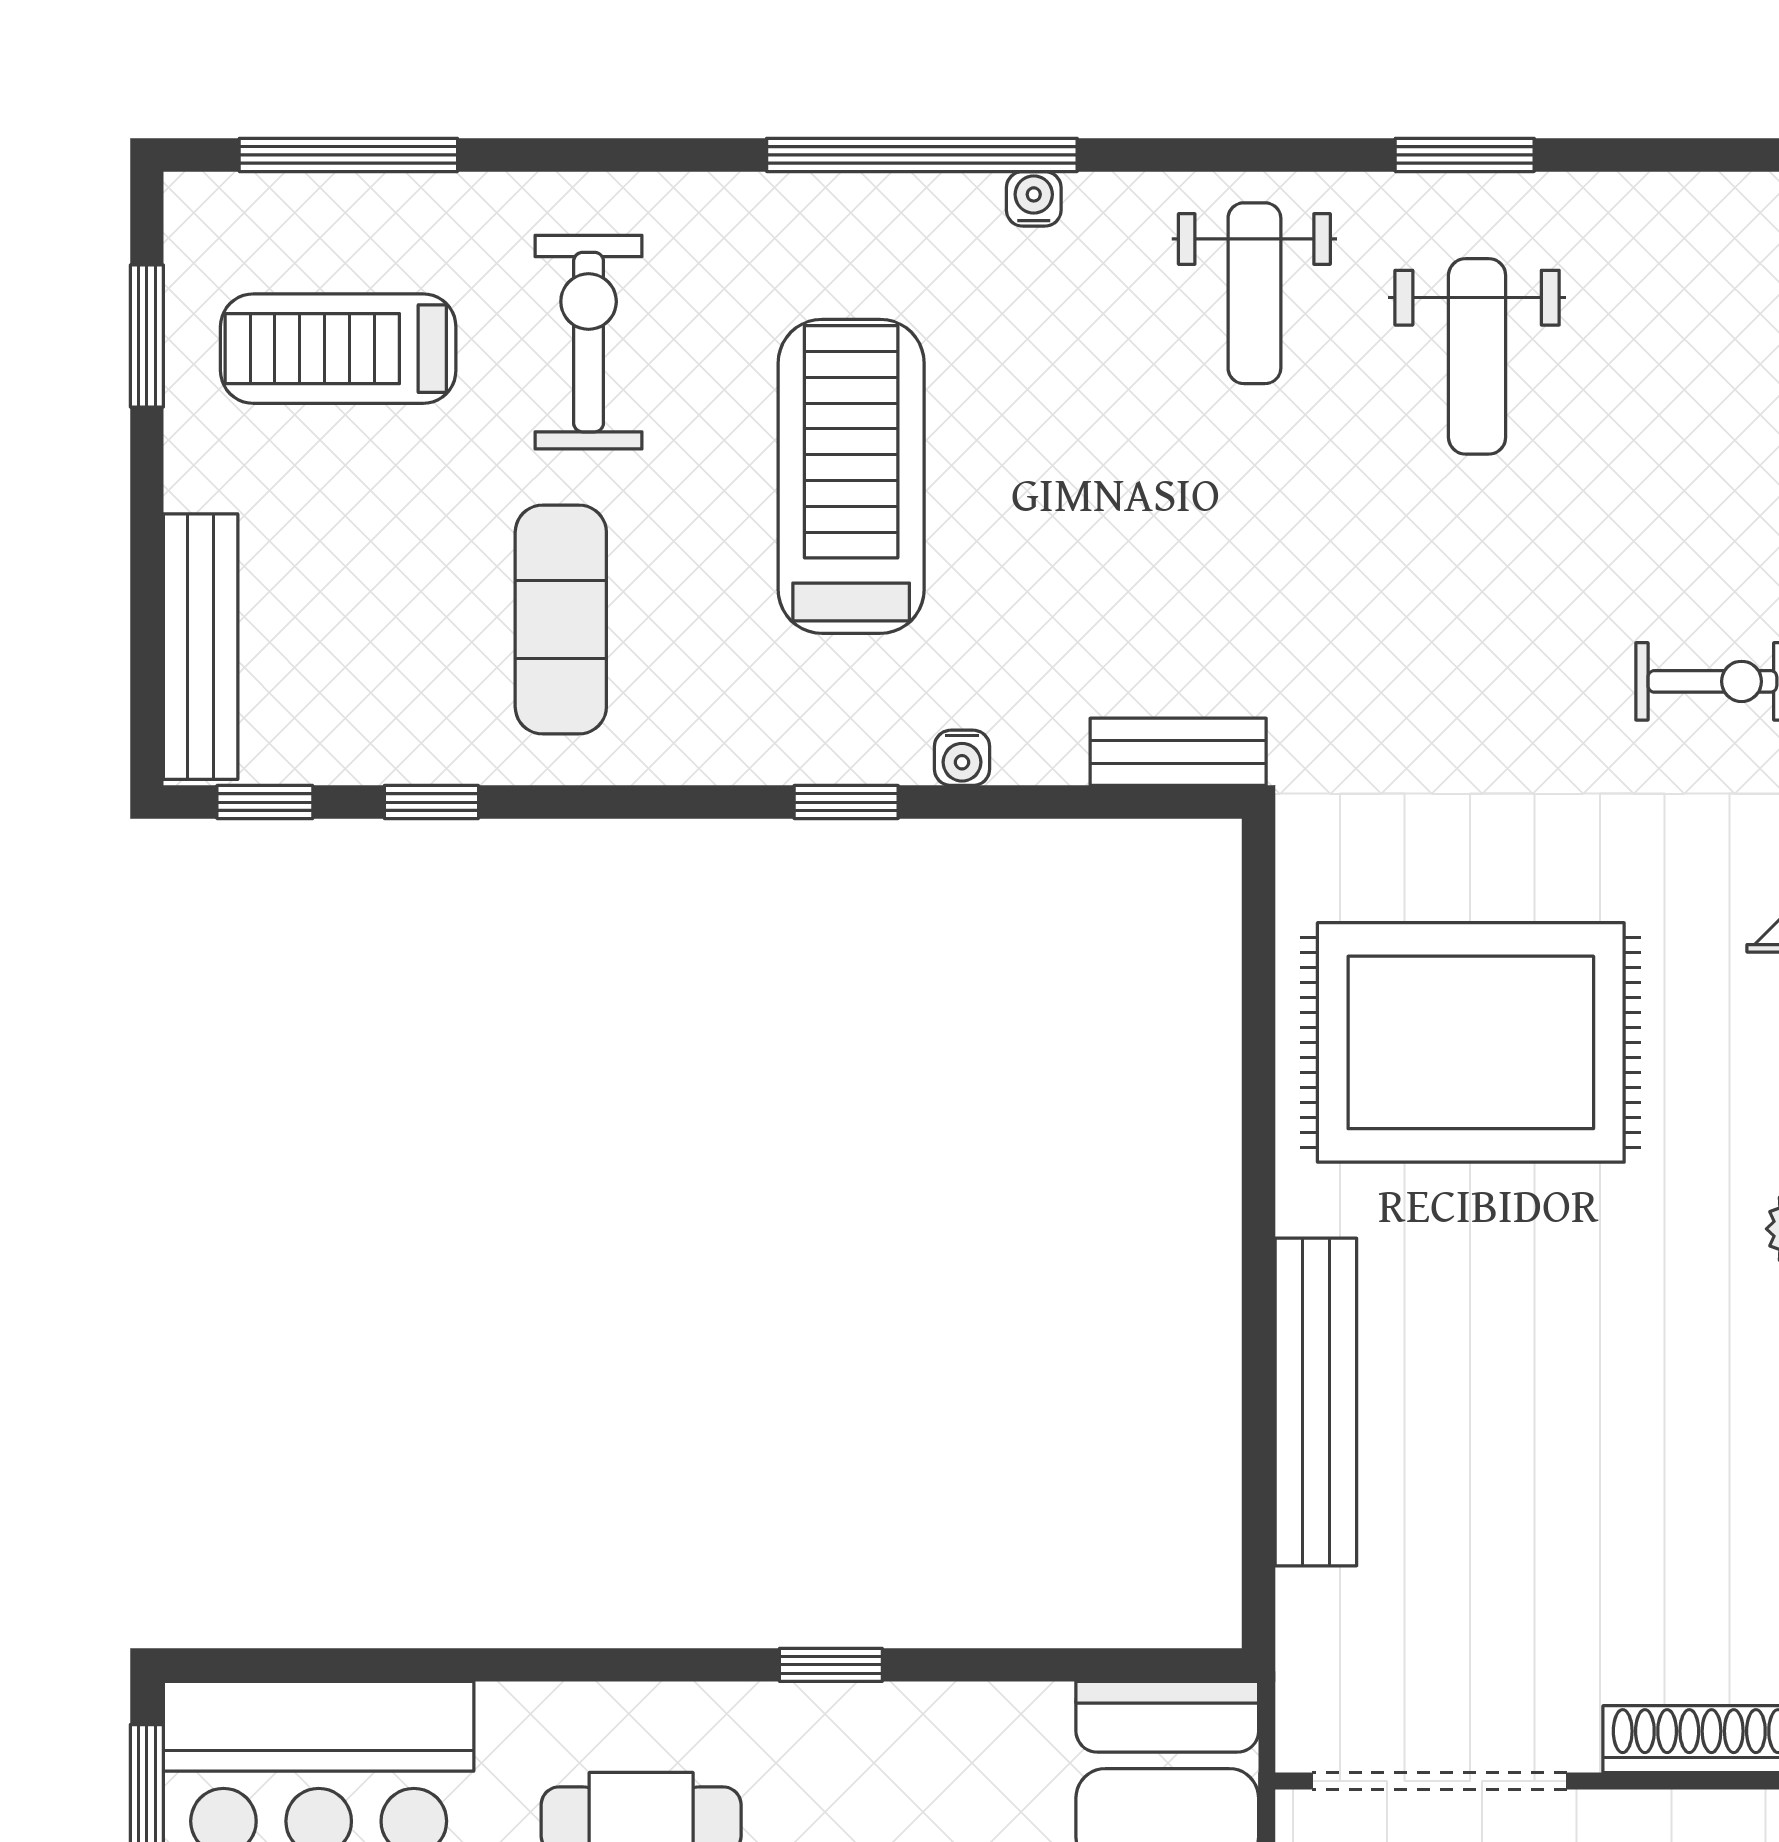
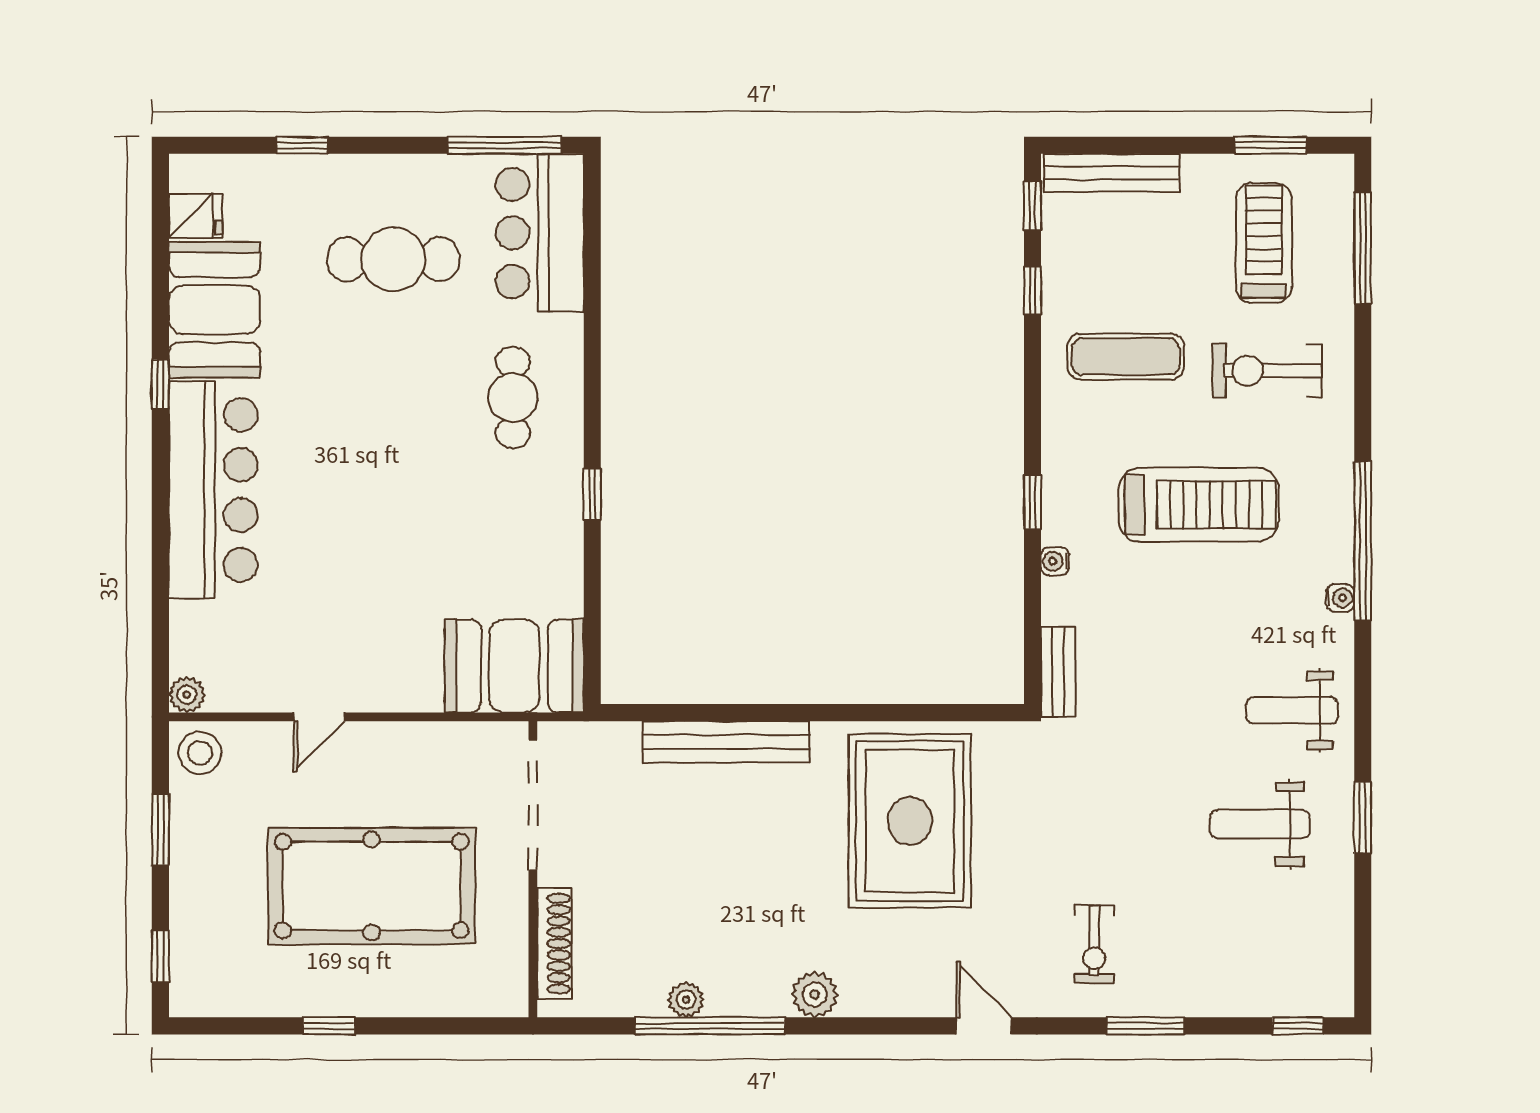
exercise bike: (589, 342) -> (1267, 371), turned 180

